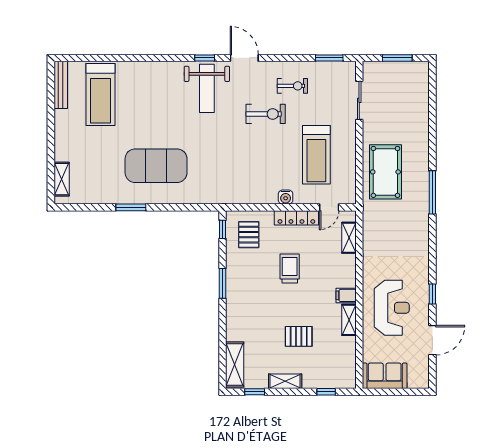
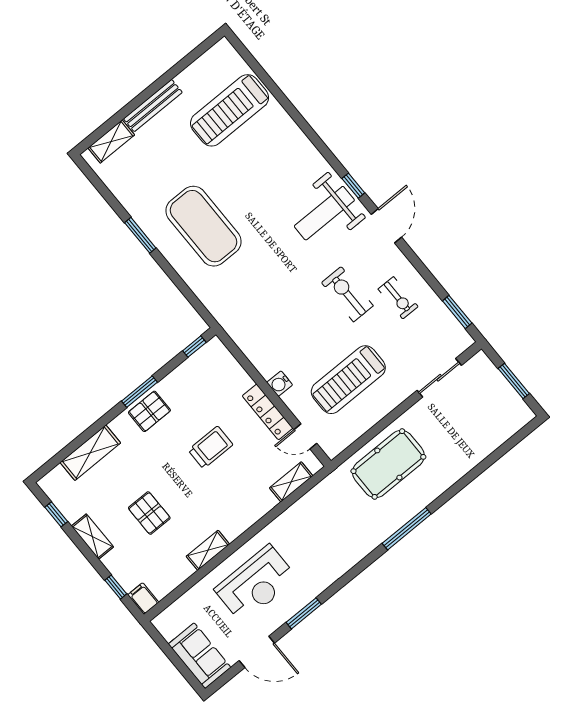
bench: (61, 85) -> (153, 106), moved
exercise bike: (266, 114) -> (347, 294), turned 180
pallet: (249, 235) -> (149, 411), moved
window: (432, 294) -> (304, 613), width x1.50
filing cabinet: (346, 295) -> (143, 599), moved
shelving: (235, 364) -> (90, 453), moved
sofa: (385, 376) -> (199, 656), moved

